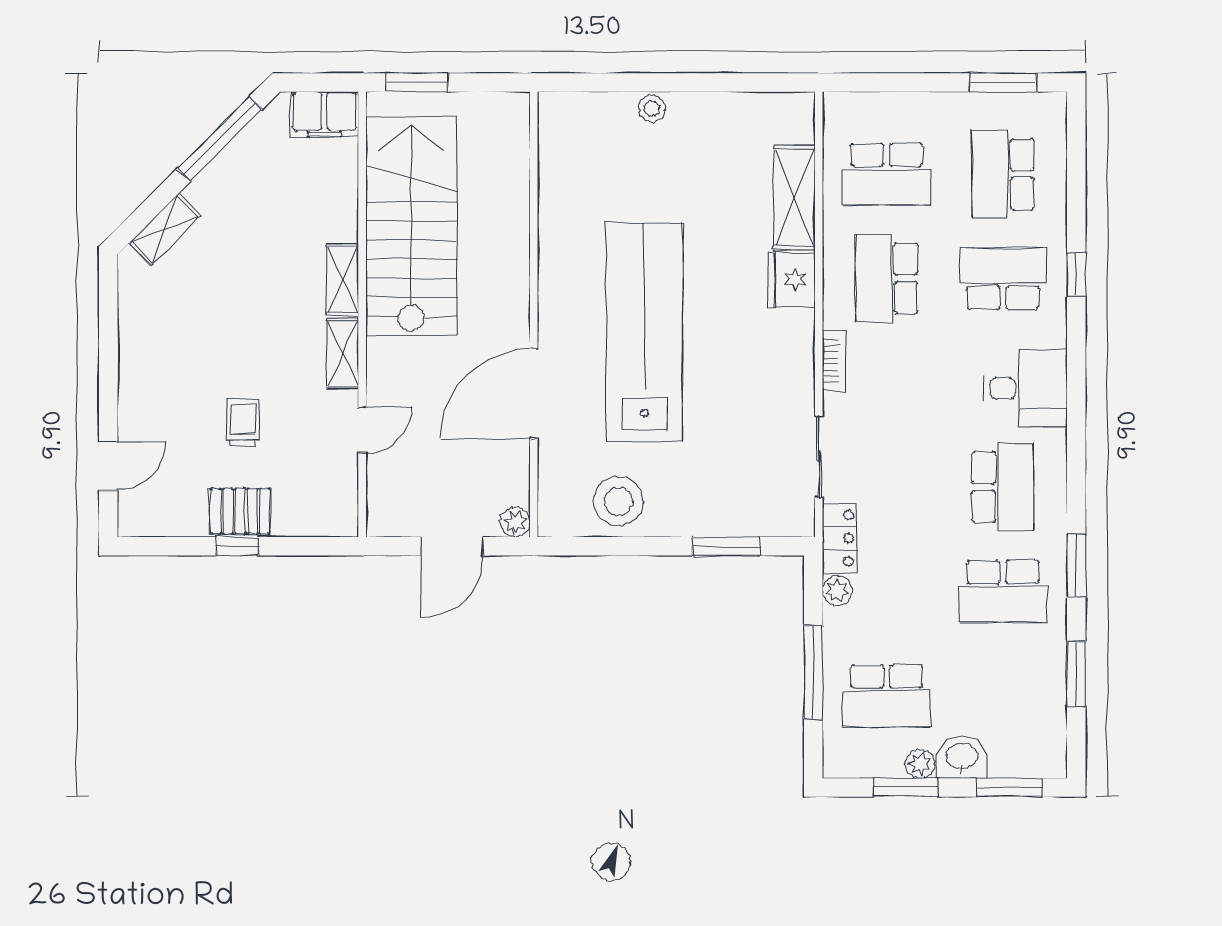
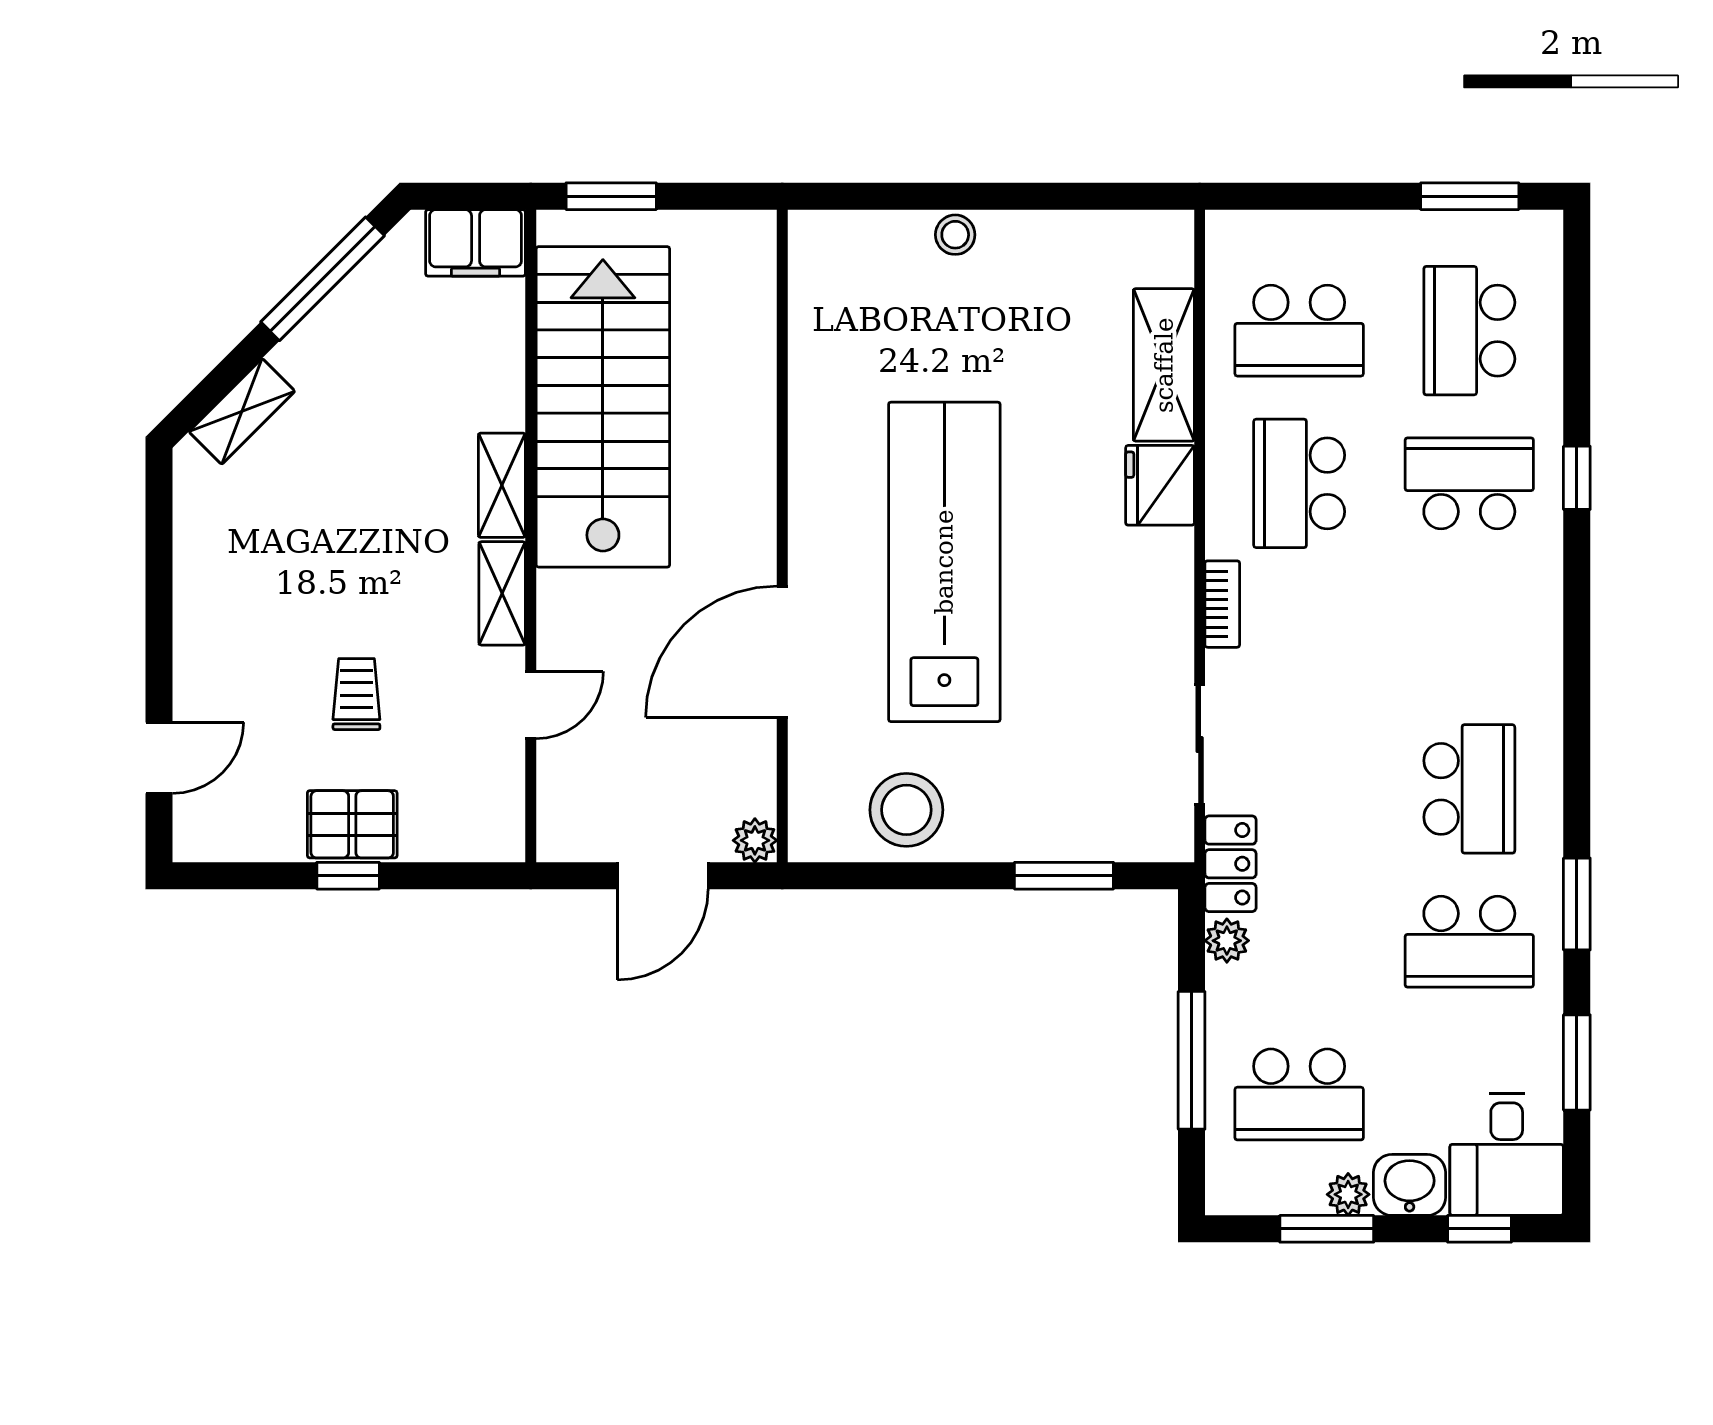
desk: (1025, 388) -> (1507, 1154), moved, turned 90
window: (1010, 787) -> (1480, 1229), width x0.67

